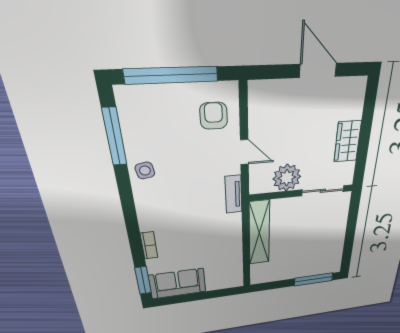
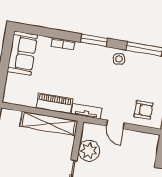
door: (244, 152) -> (115, 124), hinge flipped
piano: (232, 234) -> (54, 103), added
window: (143, 280) -> (94, 40), moved

